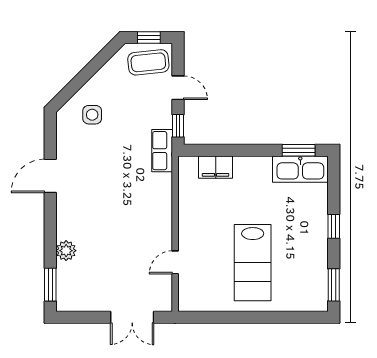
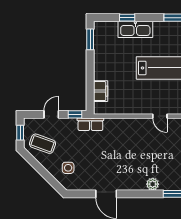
coffee table: (148, 62) -> (42, 144), moved, turned -64
kitchen sink: (300, 169) -> (135, 29), moved, turned 90
window: (334, 226) -> (127, 18), moved

